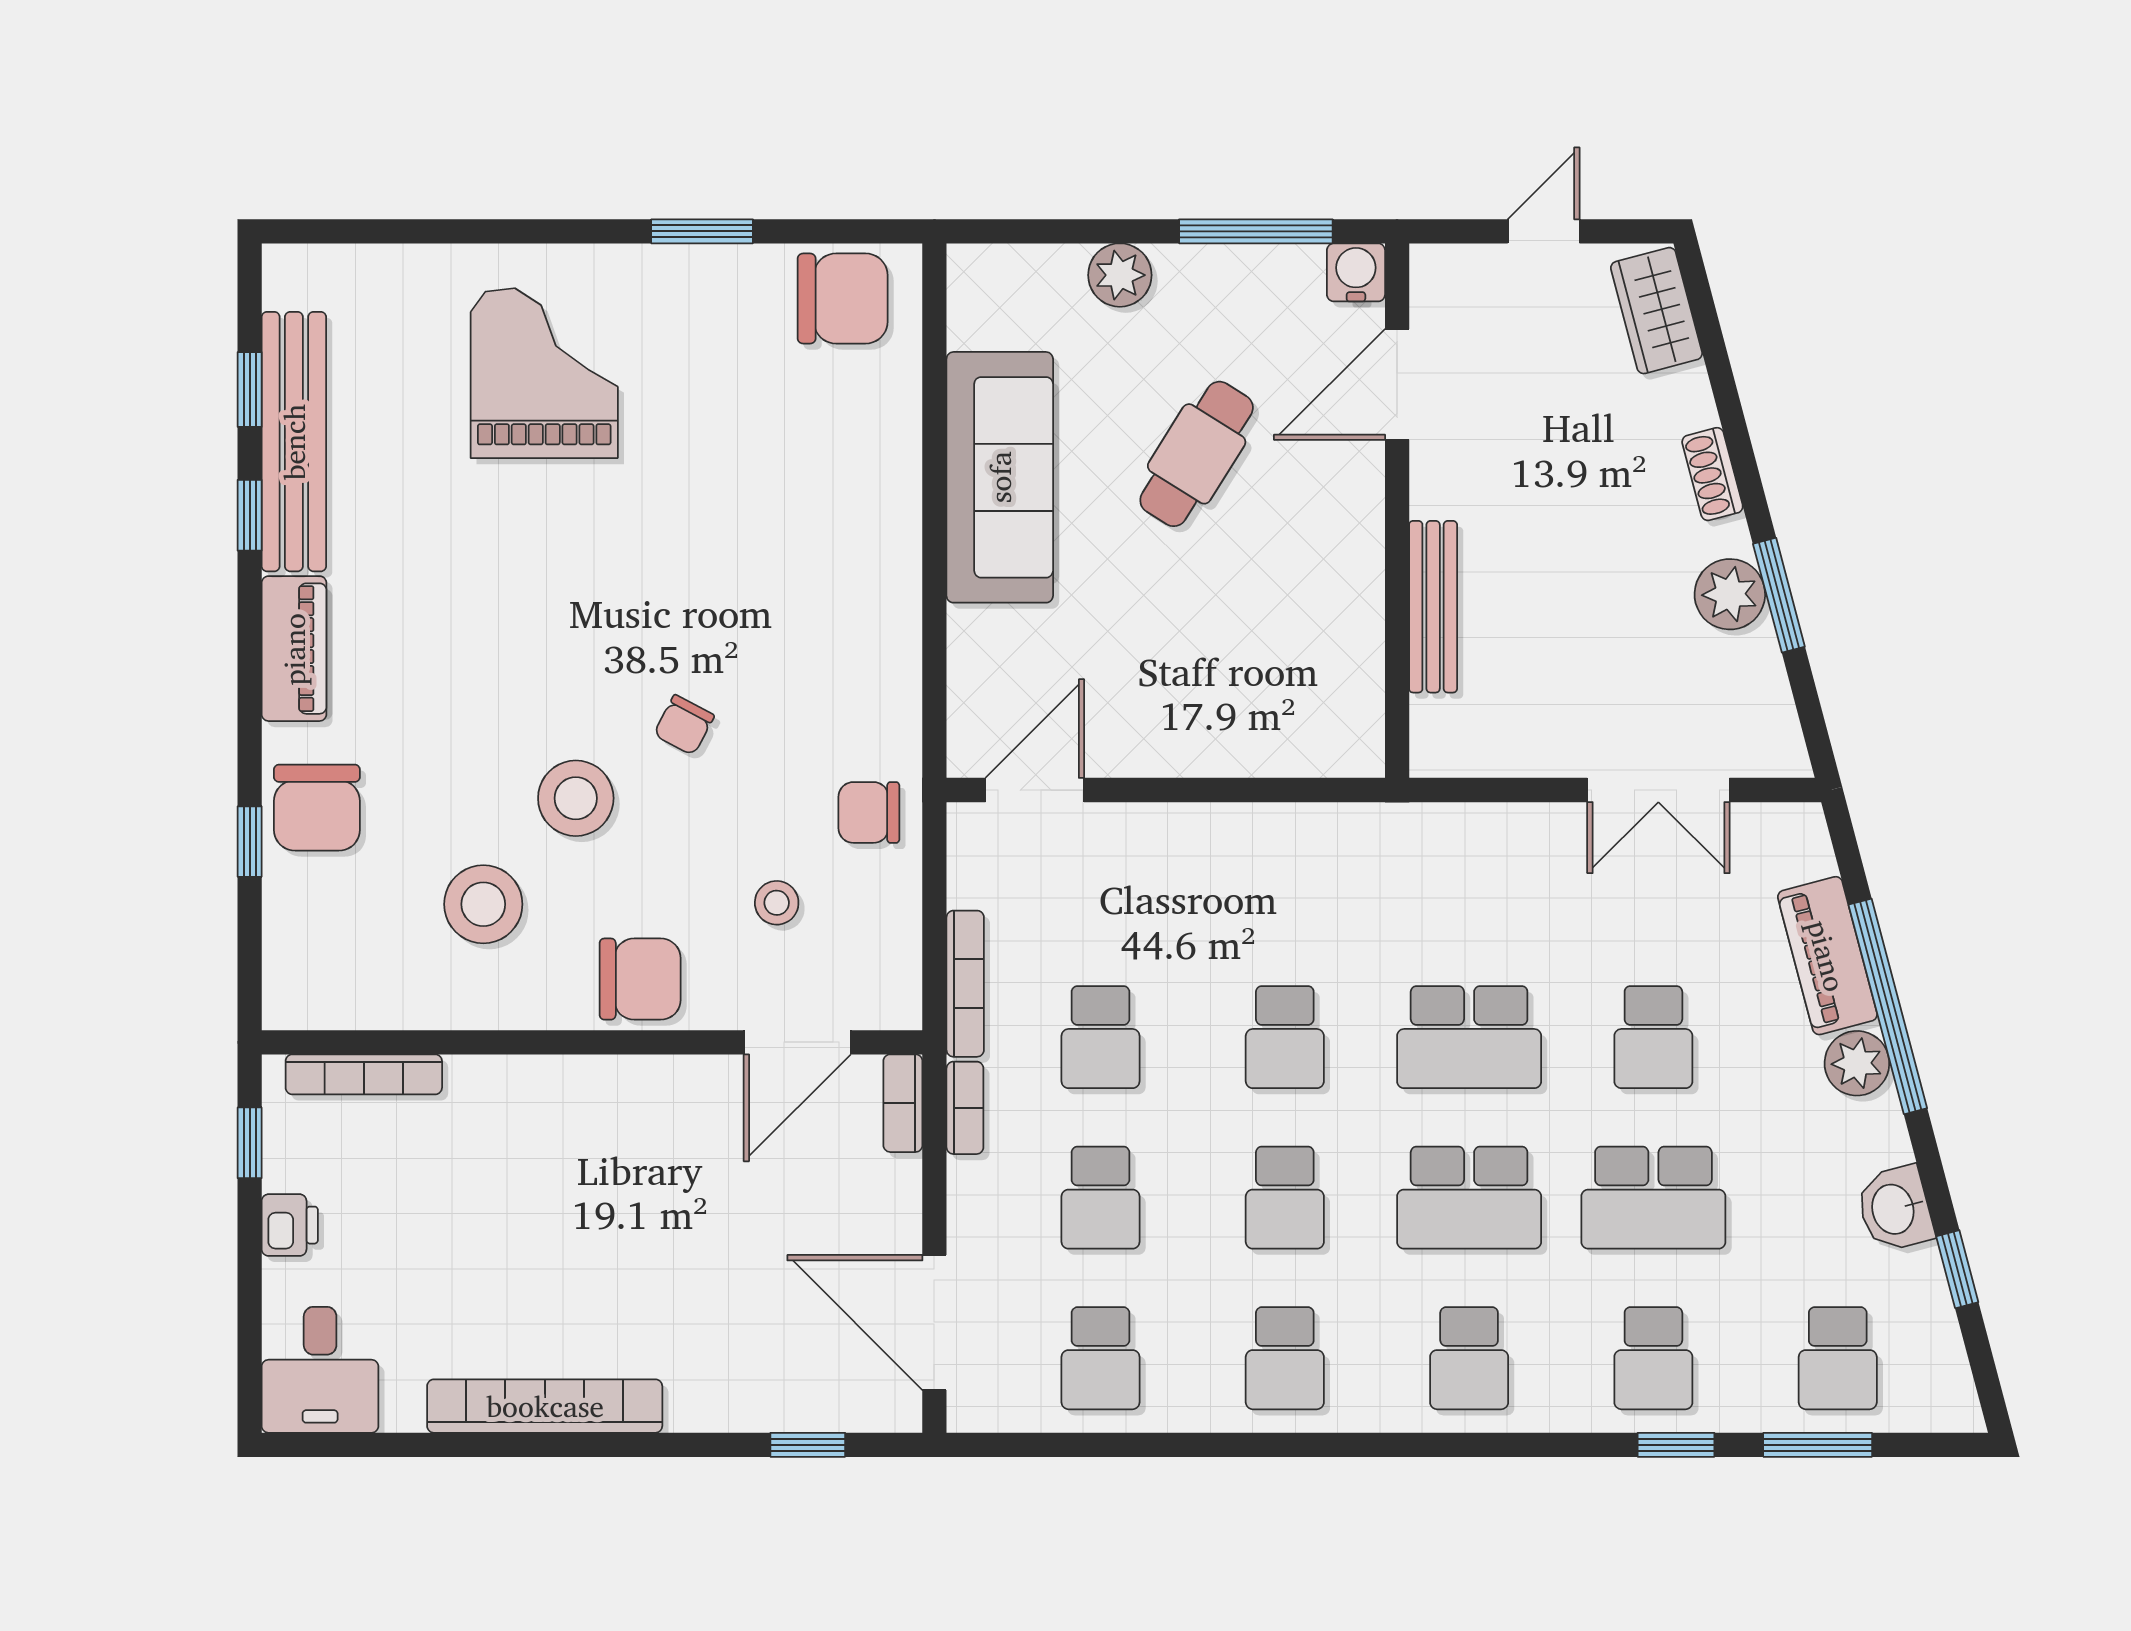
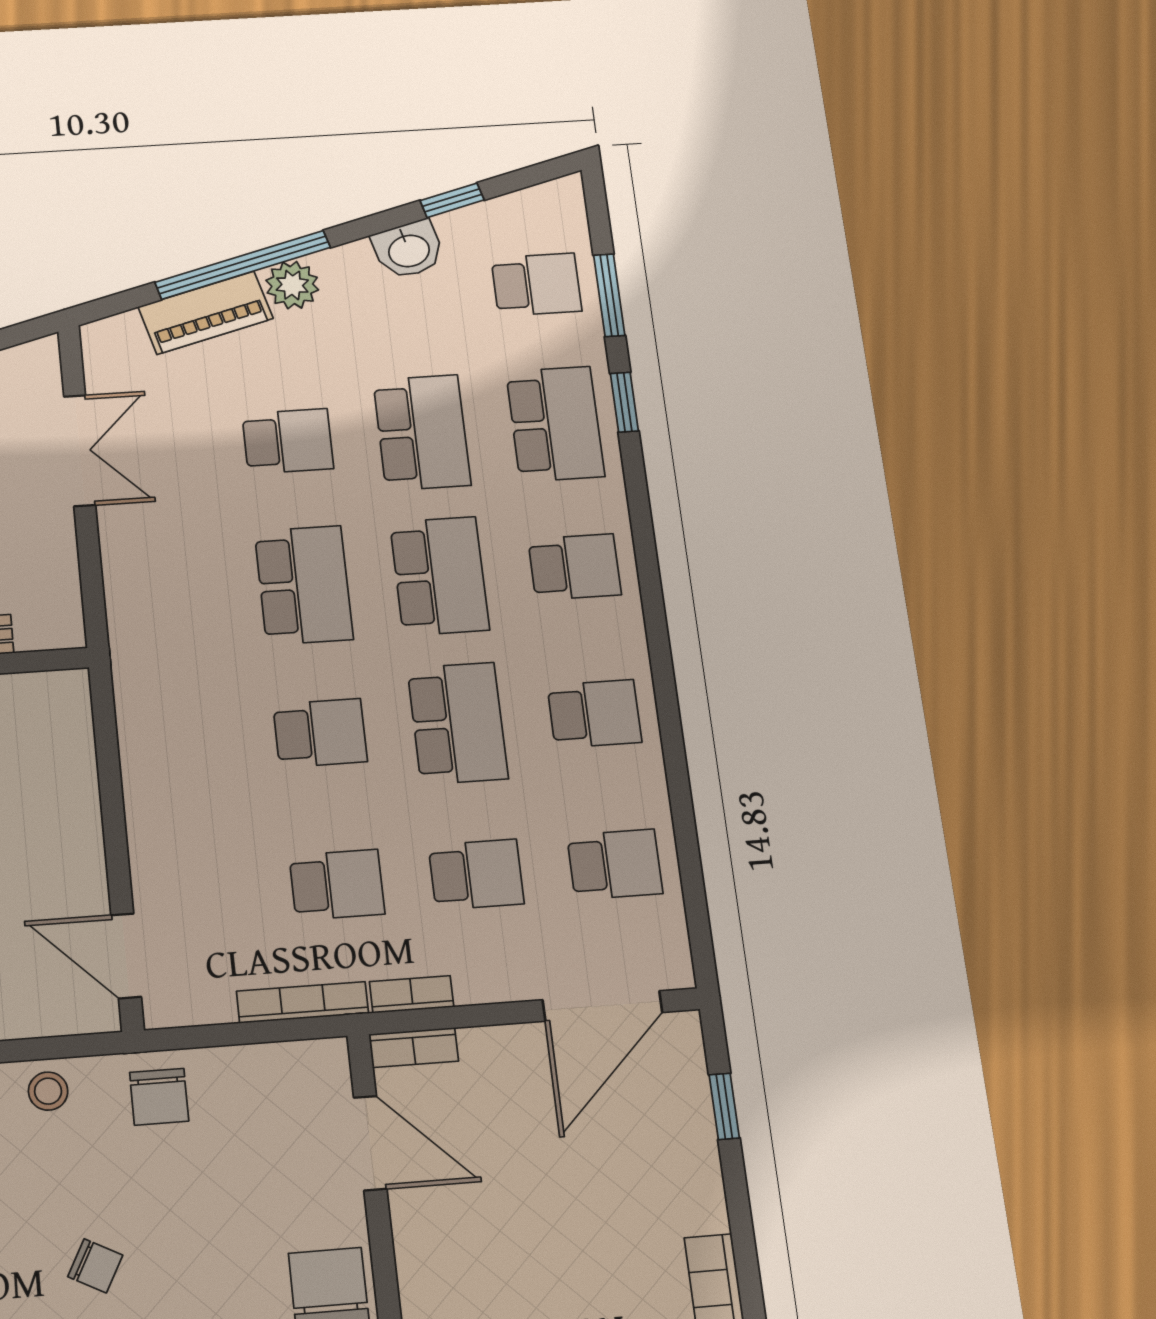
stool: (777, 903) -> (48, 1091), moved
school desk: (1285, 1198) -> (458, 723), width x1.85
school desk: (1653, 1358) -> (555, 424), width x1.85

